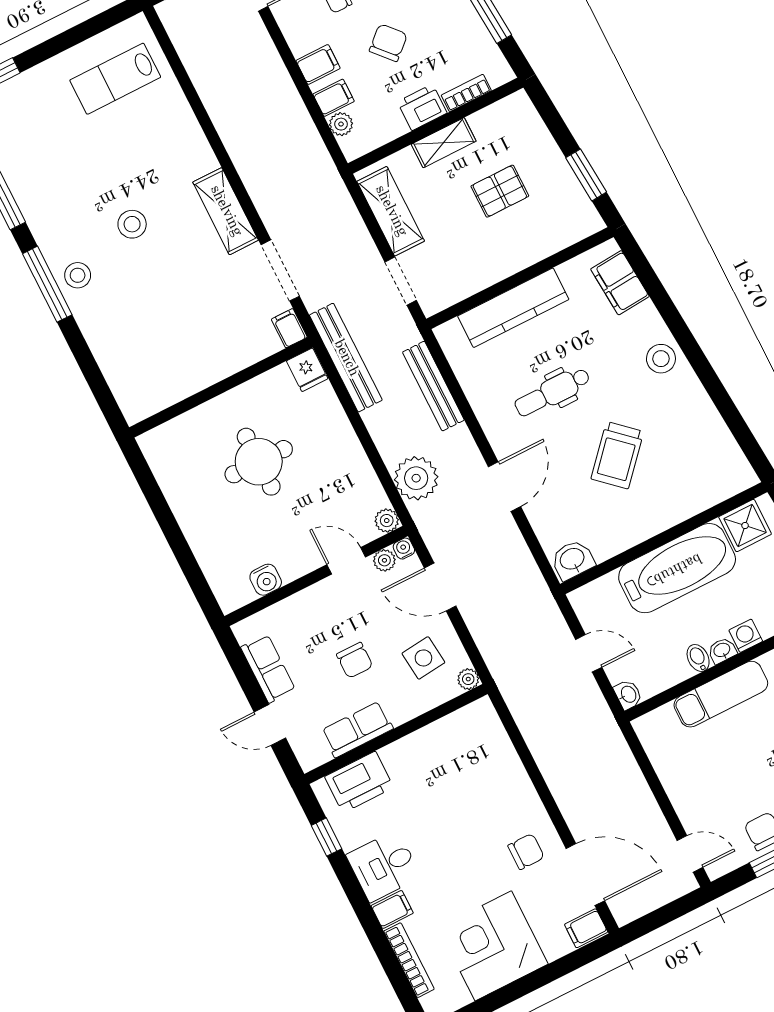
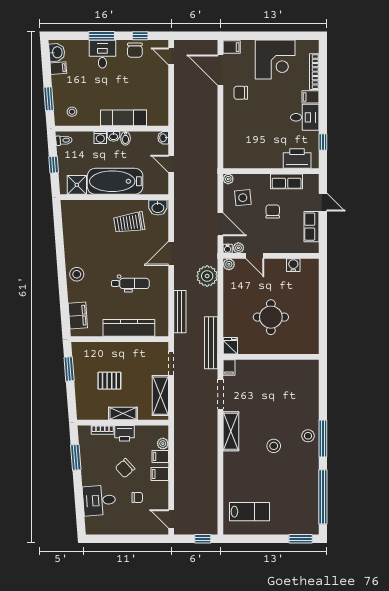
trolley: (617, 455) -> (129, 223), moved, turned -141

